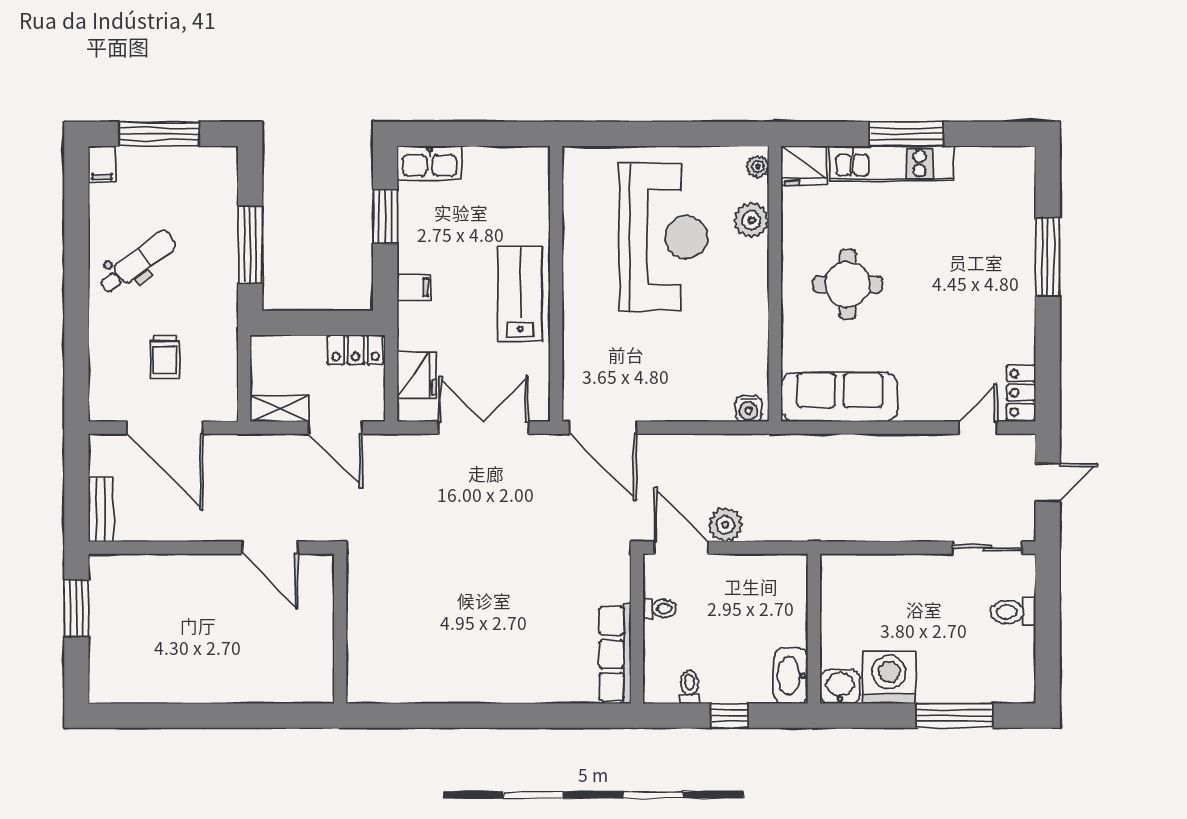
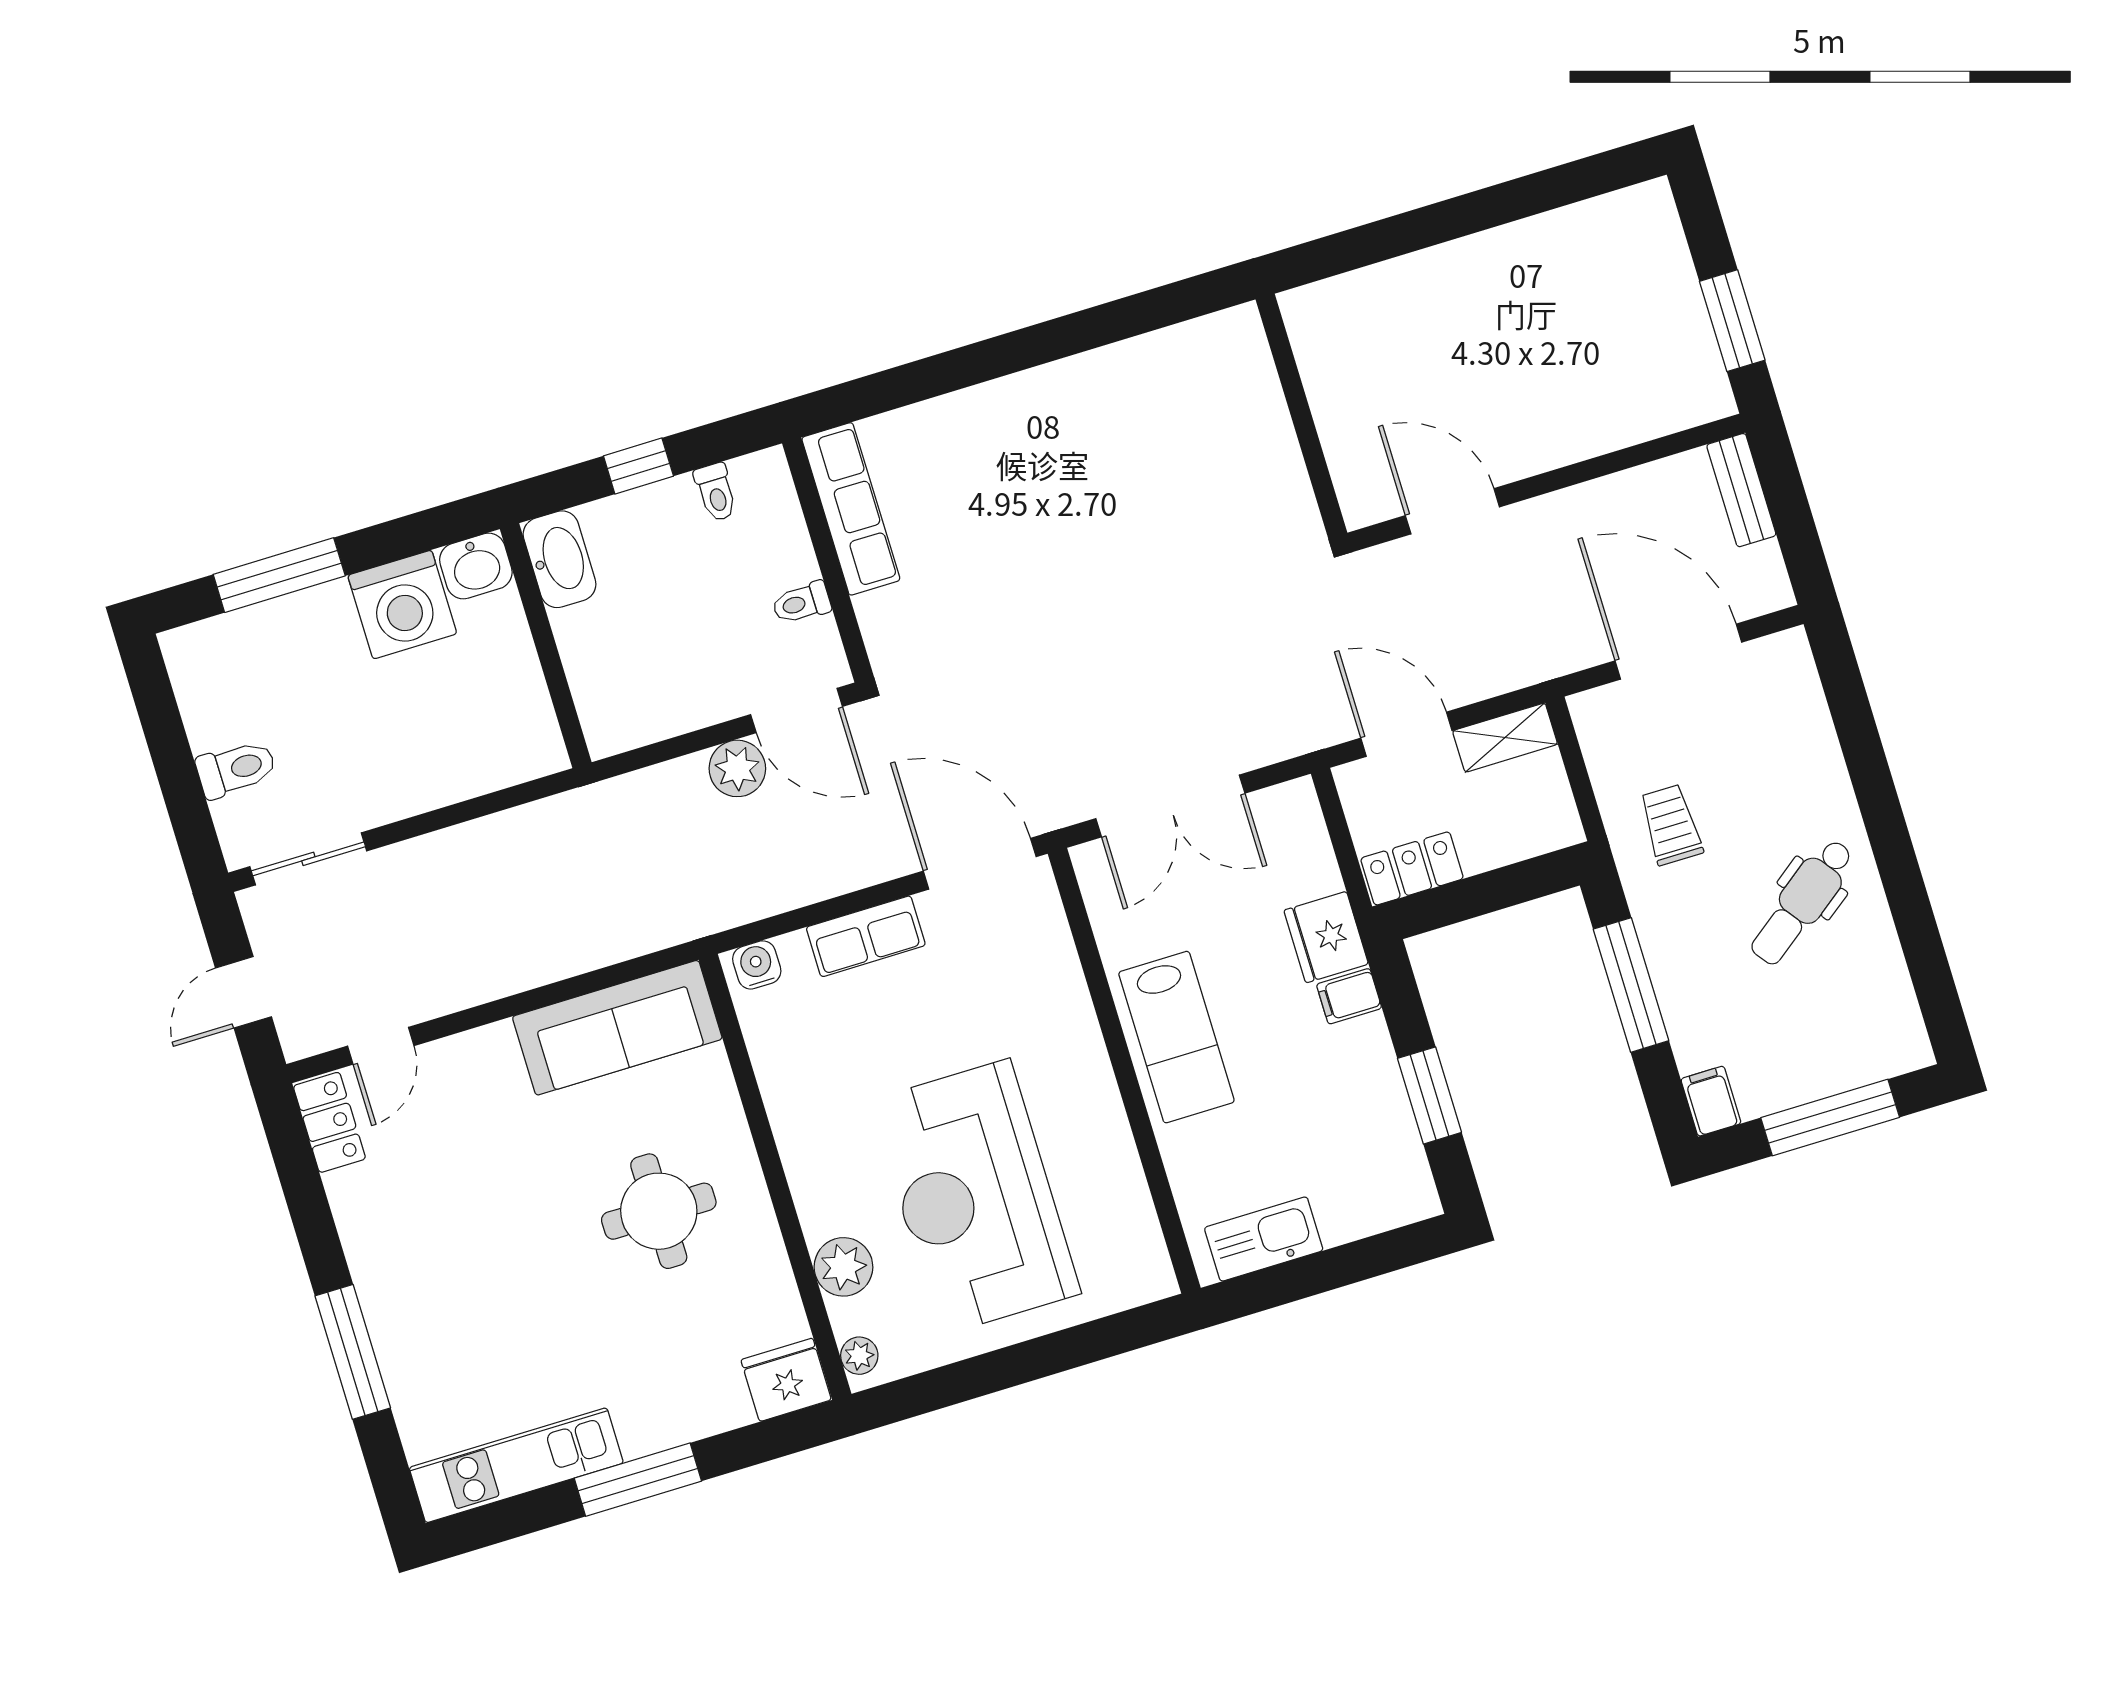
kitchen sink: (429, 163) -> (1264, 1239), moved
kitchen unit: (891, 163) -> (516, 1465), moved
filing cabinet: (102, 164) -> (1711, 1101), moved
trolley: (165, 357) -> (1671, 825), moved
fridge: (417, 375) -> (1326, 937), moved
row of seats: (681, 406) -> (866, 936), added

